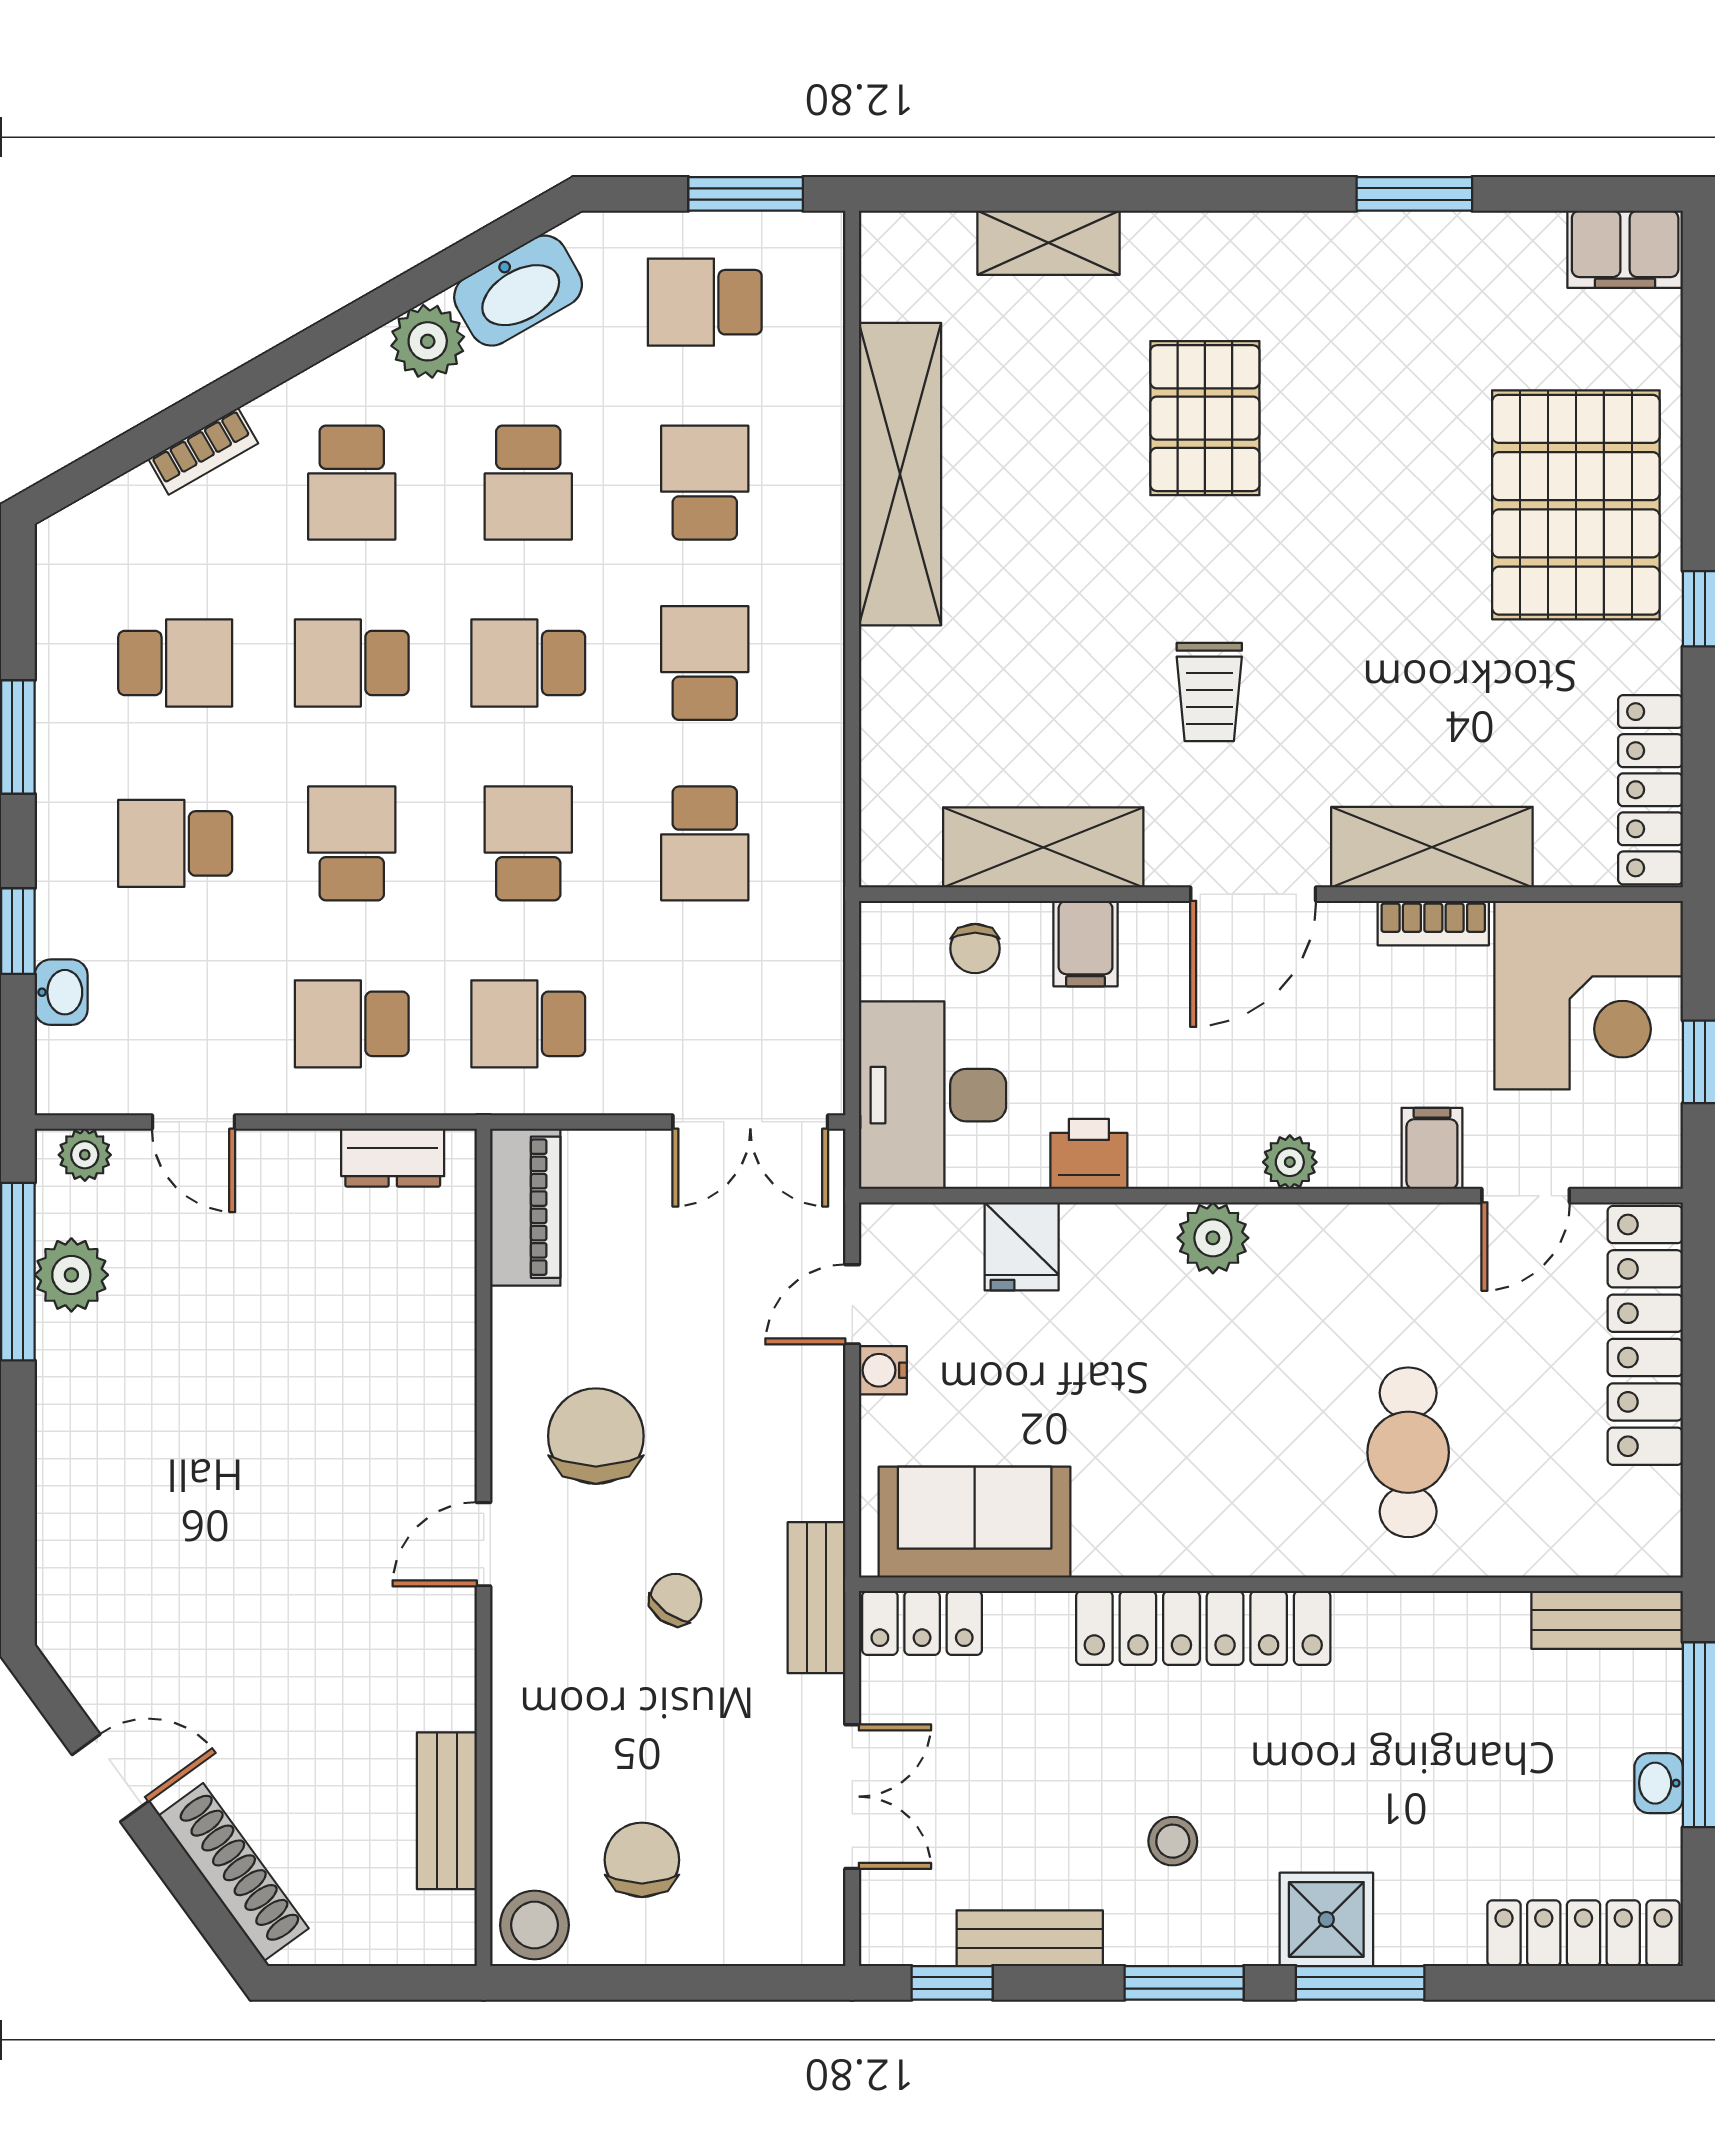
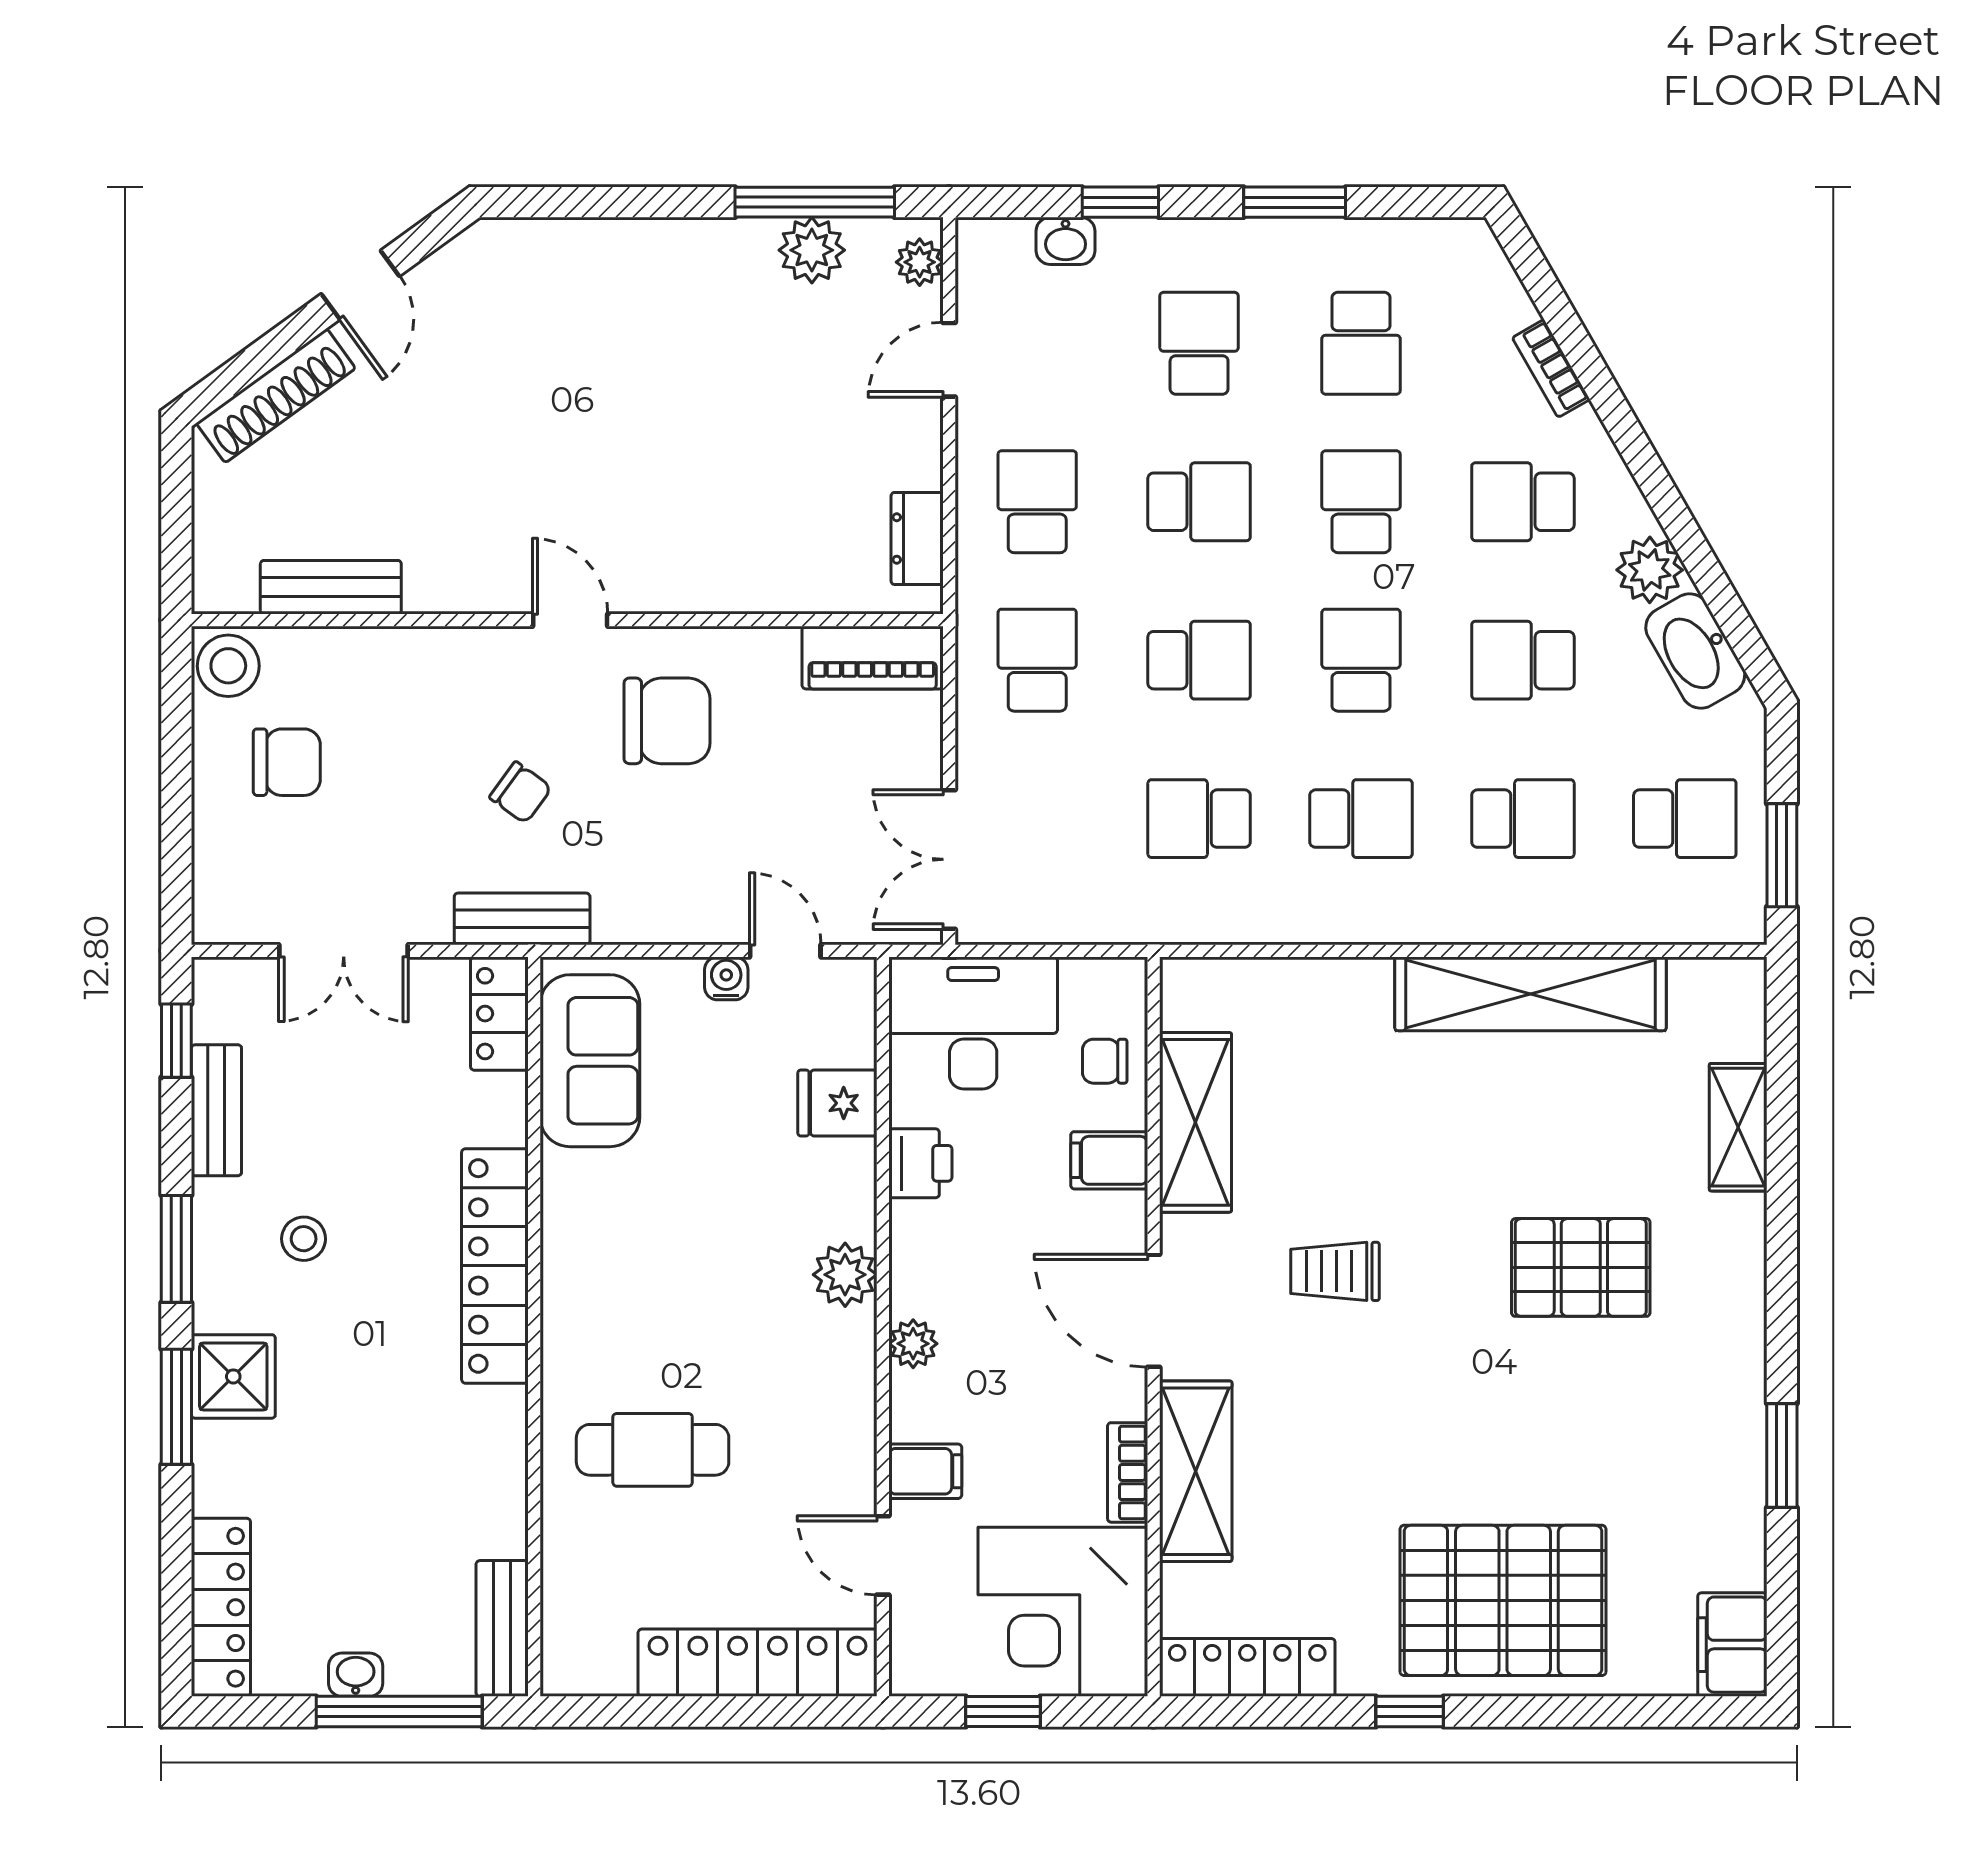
school desk: (705, 302) -> (1685, 819), turned 90

